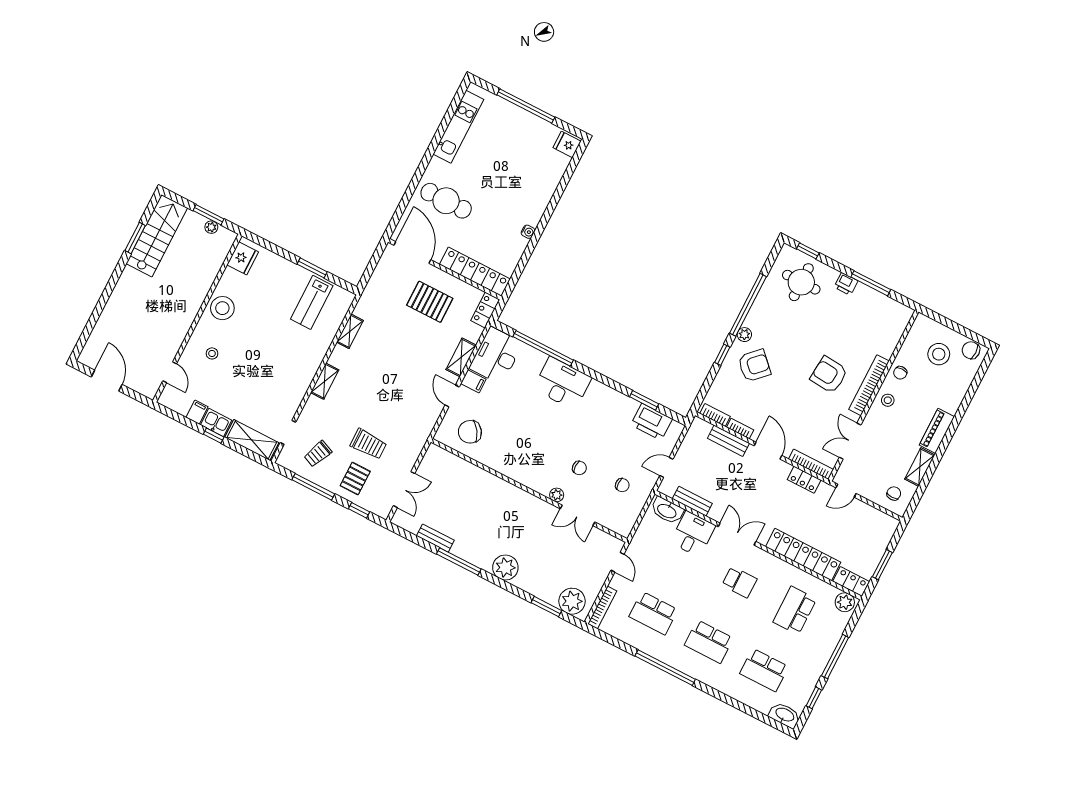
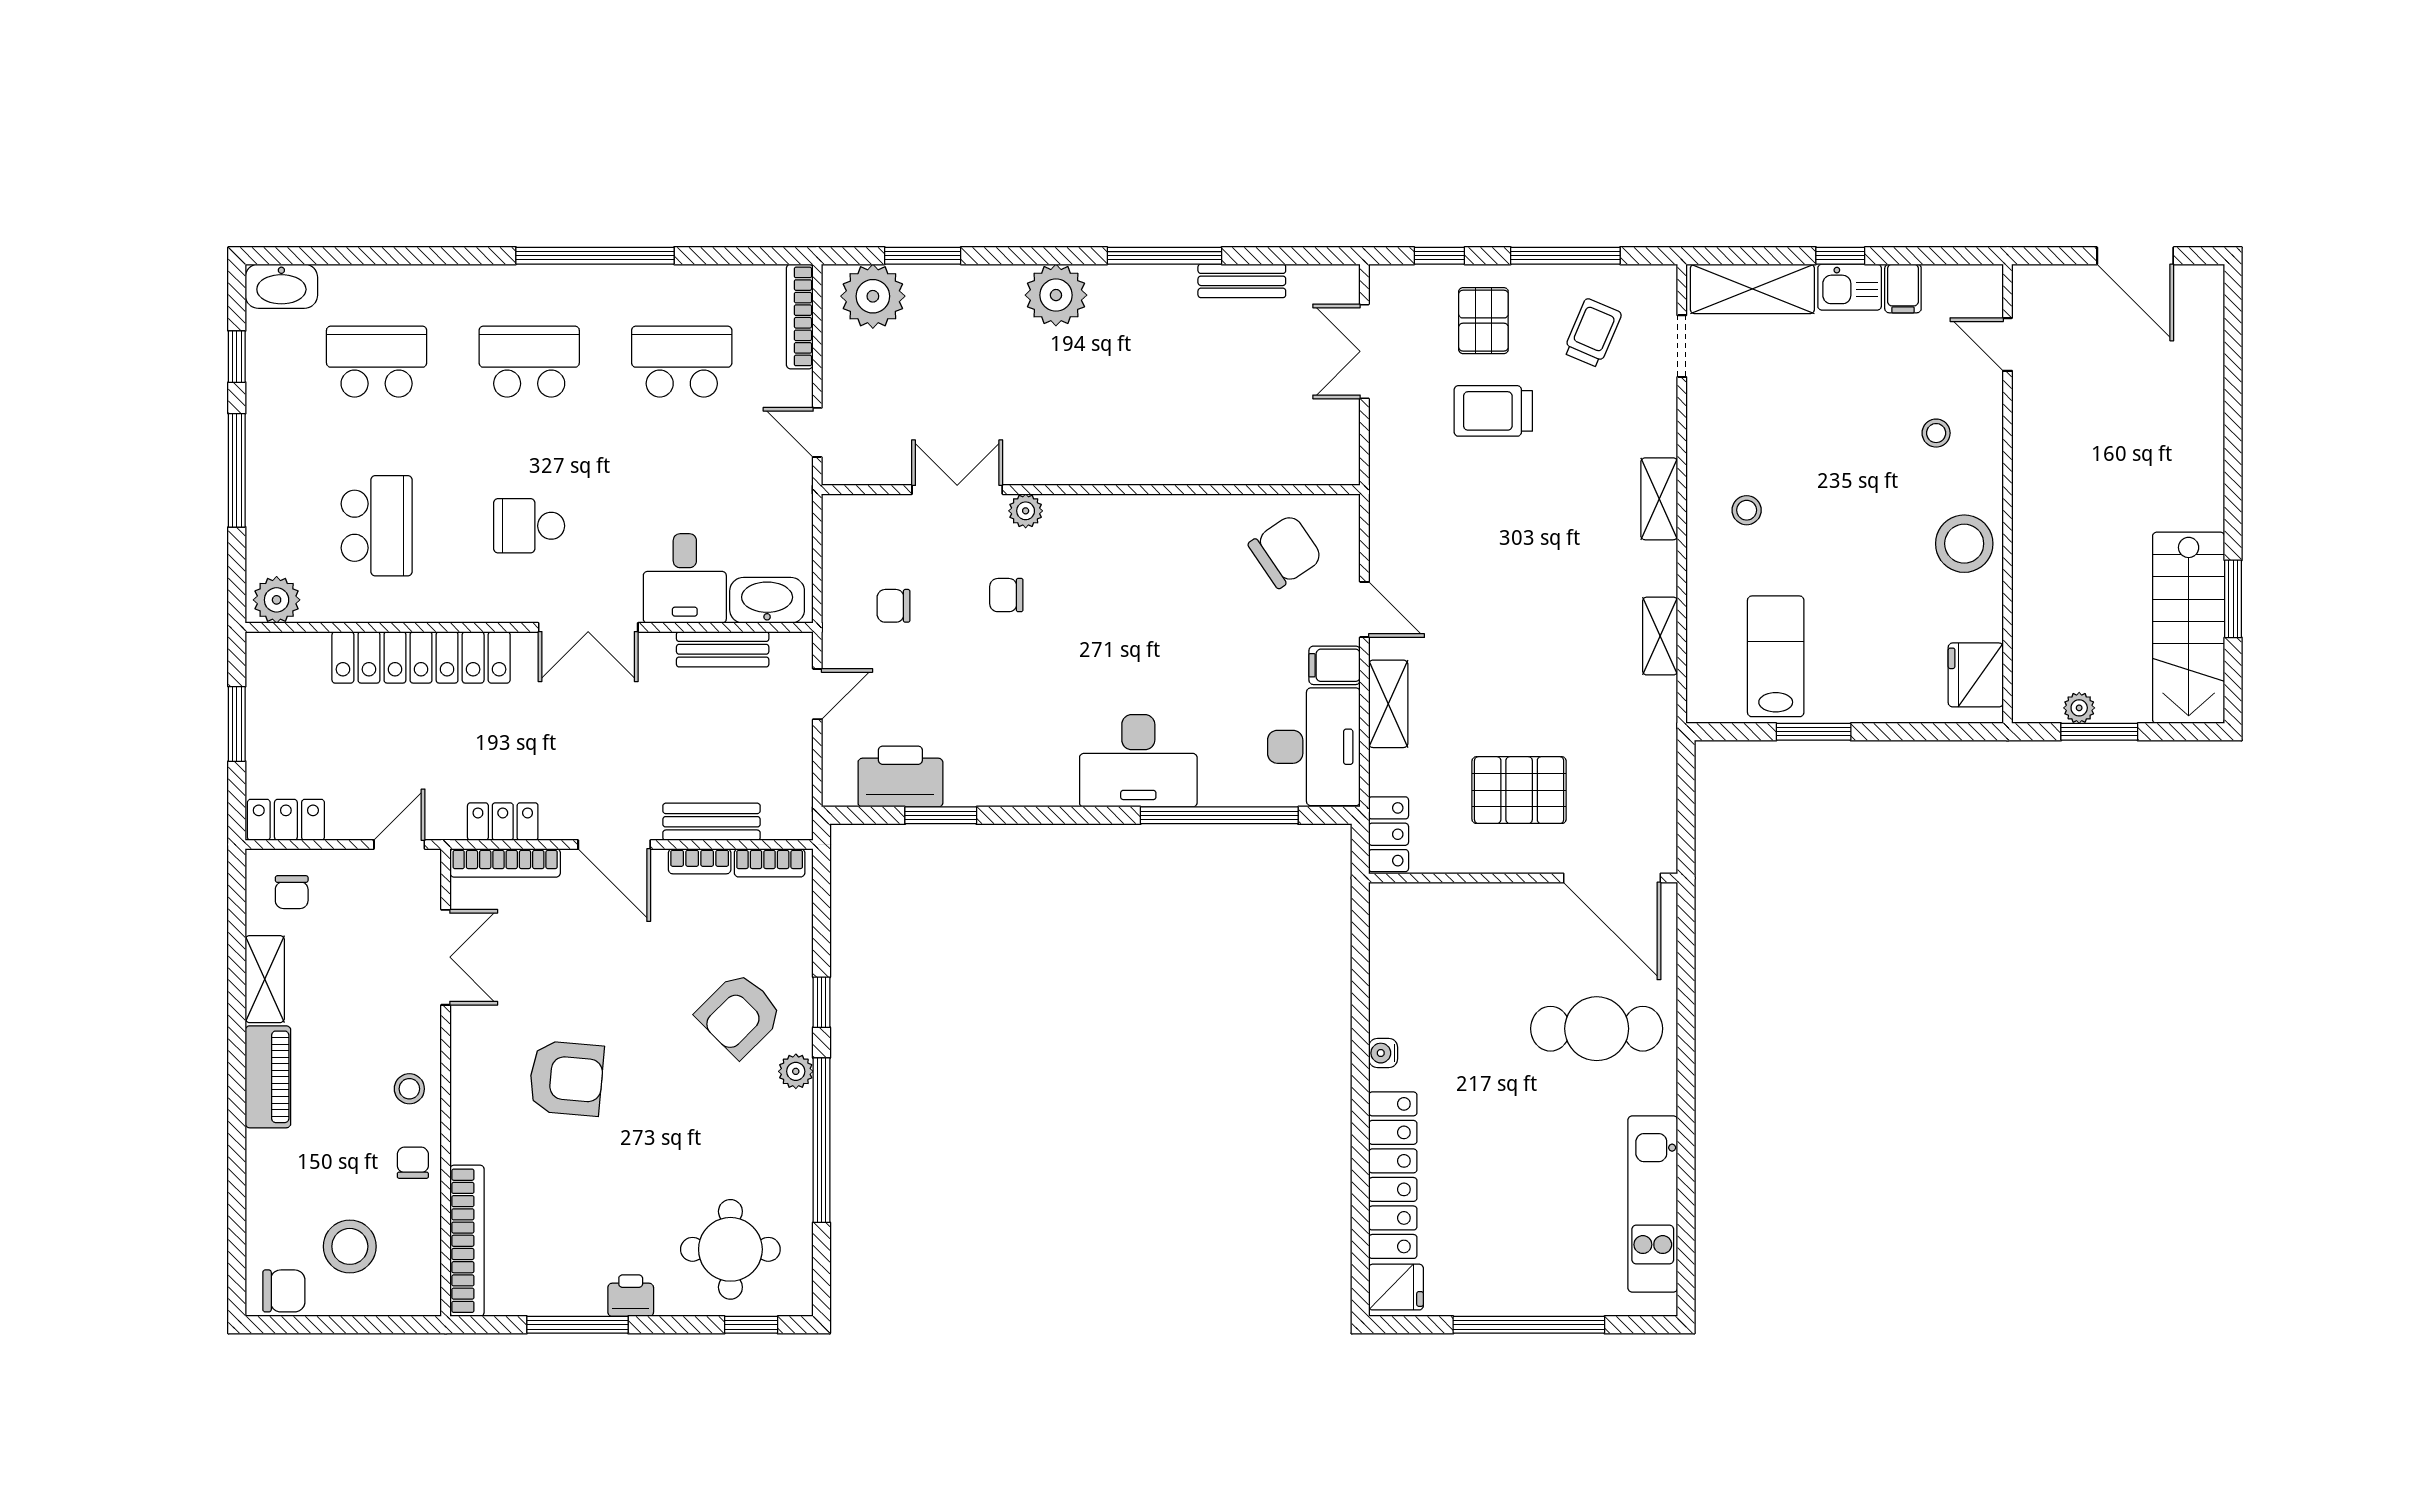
locker: (475, 272) -> (1393, 1175), moved, turned -90
stool: (295, 361) -> (1747, 510), added
bookcase: (869, 385) -> (467, 1241), moved
locker: (851, 582) -> (286, 820), moved, turned 180

